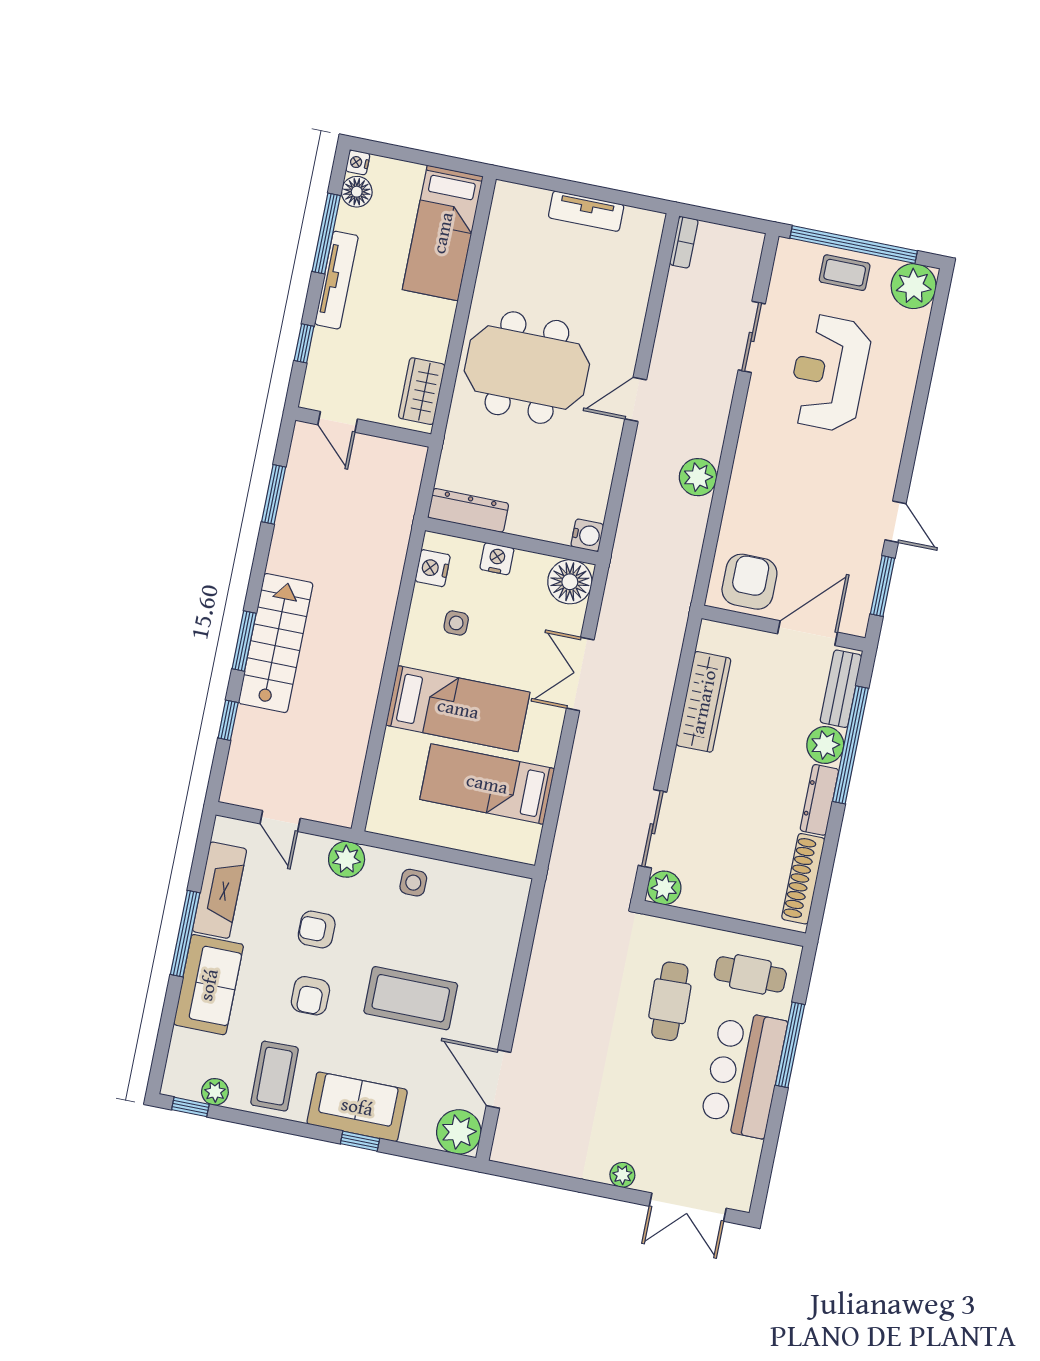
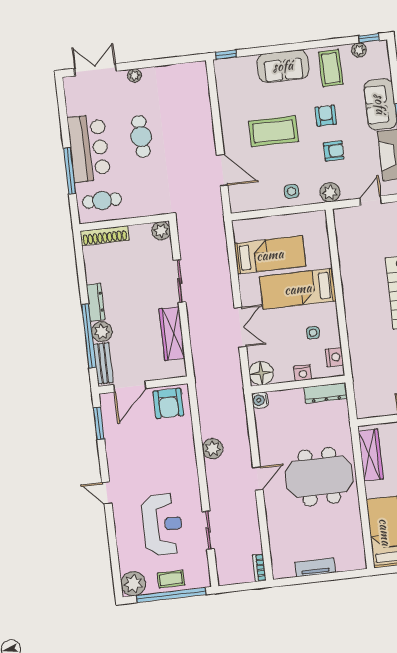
wardrobe: (422, 391) -> (371, 455), width x1.50
door: (896, 522) -> (107, 493), moved
door: (280, 821) -> (371, 201), hinge flipped
sliding door: (653, 829) -> (179, 281), moved
shoe rack: (803, 879) -> (105, 236), moved, turned 90
cafe table: (670, 1001) -> (141, 137), moved
door: (499, 1079) -> (222, 170), moved
plant: (459, 1132) -> (226, 70), removed
window: (360, 1141) -> (226, 55), moved

